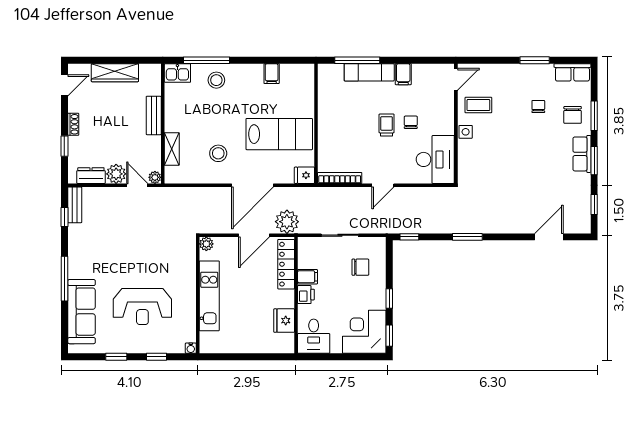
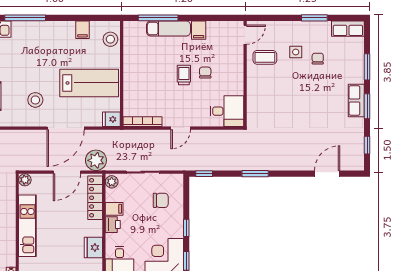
stool: (216, 80) -> (110, 39), moved
chair: (573, 115) -> (348, 66), removed
side table: (466, 132) -> (296, 52), moved
desk: (435, 159) -> (227, 111), width x0.73
plant: (305, 246) -> (112, 182), added

